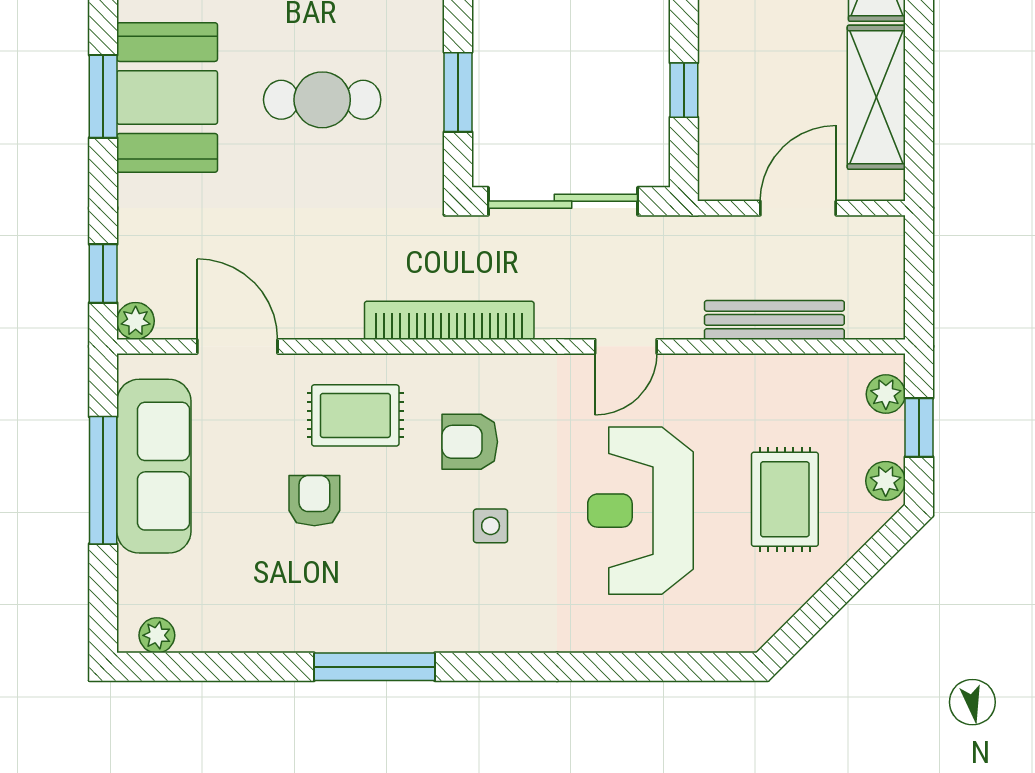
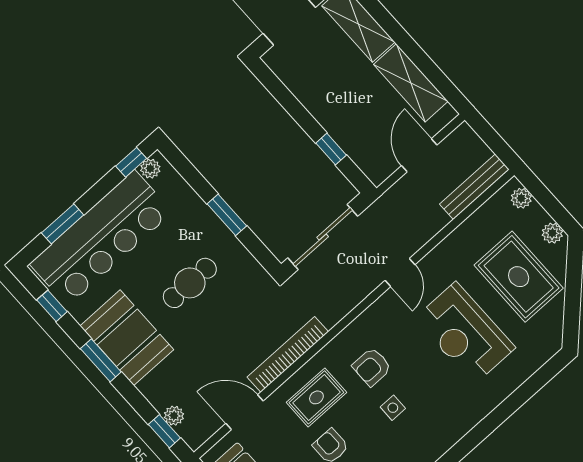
window: (458, 92) -> (227, 215), moved
bookcase: (449, 320) -> (288, 354), moved
bench: (774, 320) -> (474, 187), moved
plant: (136, 321) -> (174, 416), moved
window: (919, 428) -> (547, 200), removed
rug: (785, 499) -> (519, 277), width x1.36, depth x1.43
side table: (491, 526) -> (393, 408), moved

